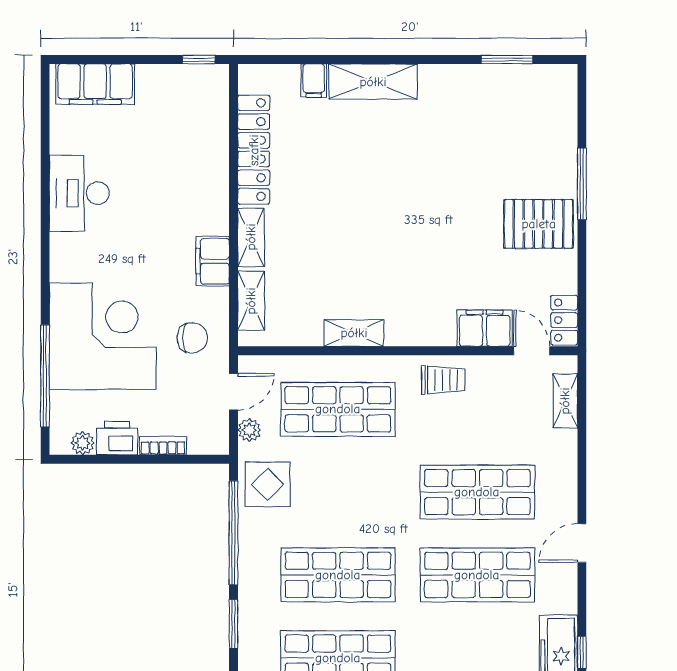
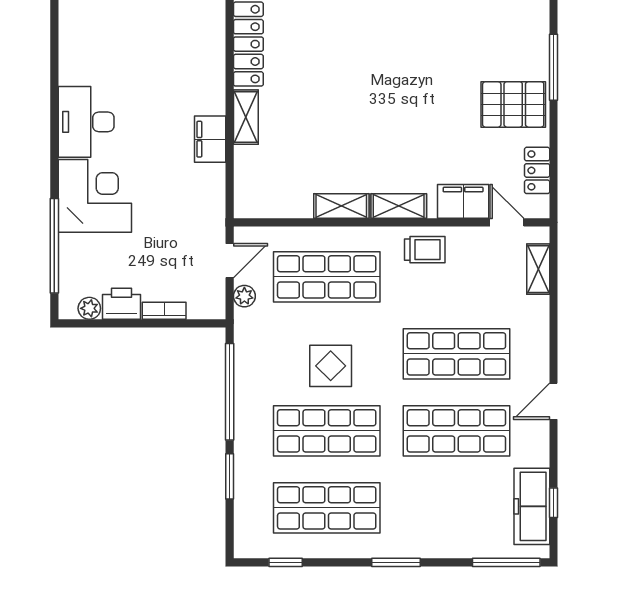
desk: (79, 193) -> (86, 122), moved
shelving: (251, 301) -> (399, 206), moved, turned 90
locker: (564, 320) -> (537, 170), moved
corner desk: (103, 336) -> (95, 196), width x0.74, depth x0.74
chair: (192, 338) -> (191, 210), removed
display table: (268, 484) -> (331, 366), moved

